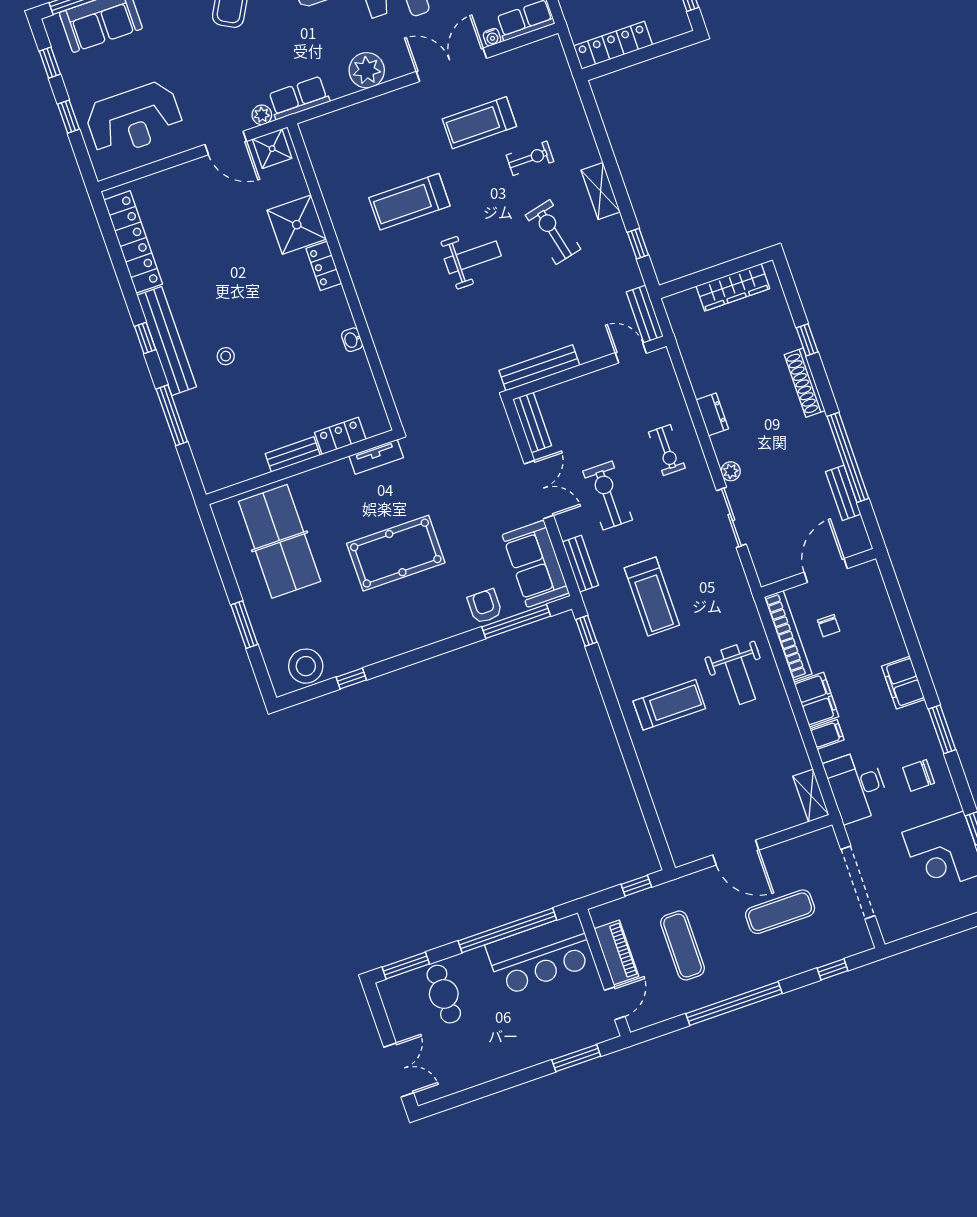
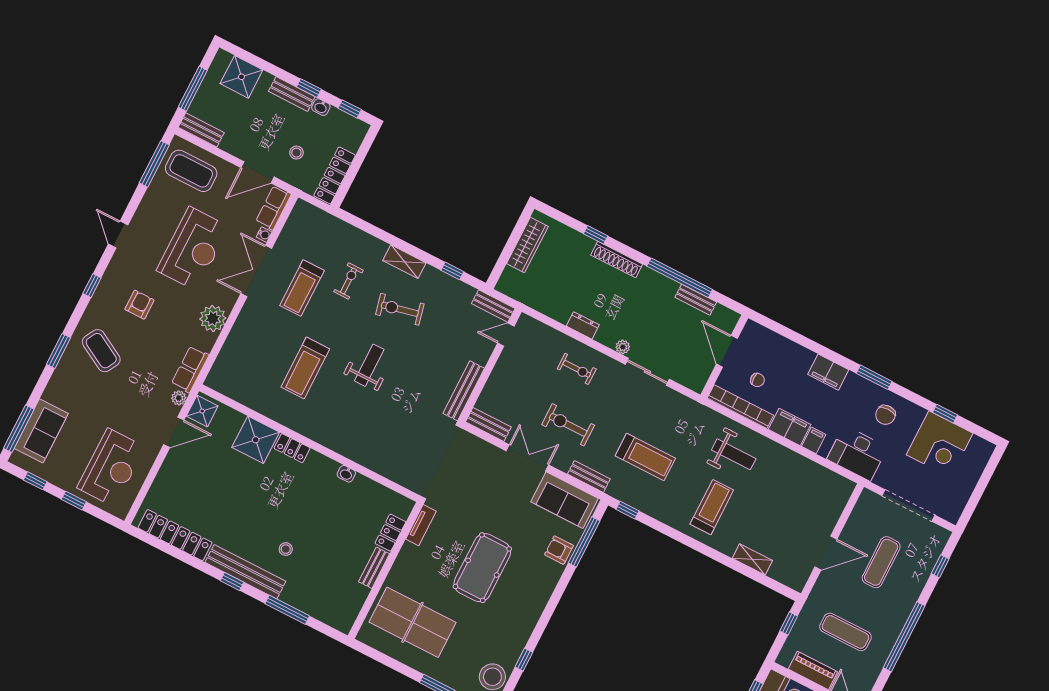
shelving: (811, 796) -> (752, 559), moved

